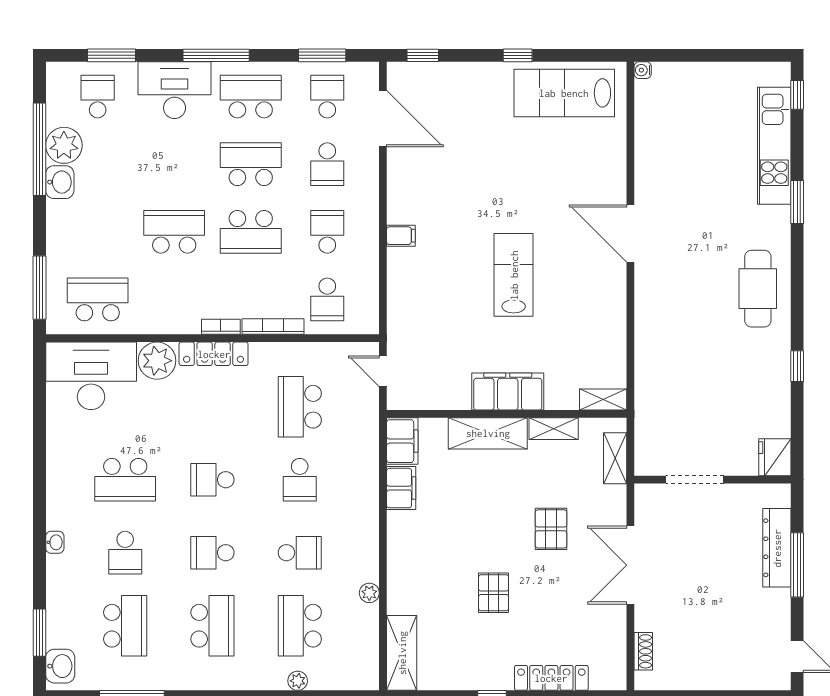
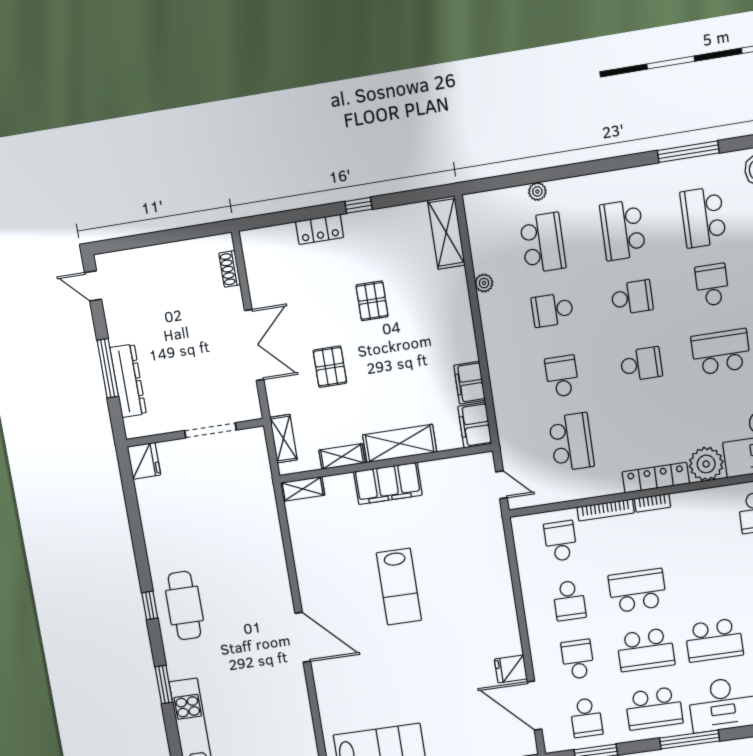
fridge: (403, 164) -> (511, 669), added
school desk: (174, 232) -> (714, 640), moved
filing cabinet: (401, 236) -> (503, 606), removed
window: (797, 366) -> (150, 605), moved
locker: (551, 678) -> (320, 229), width x0.66

